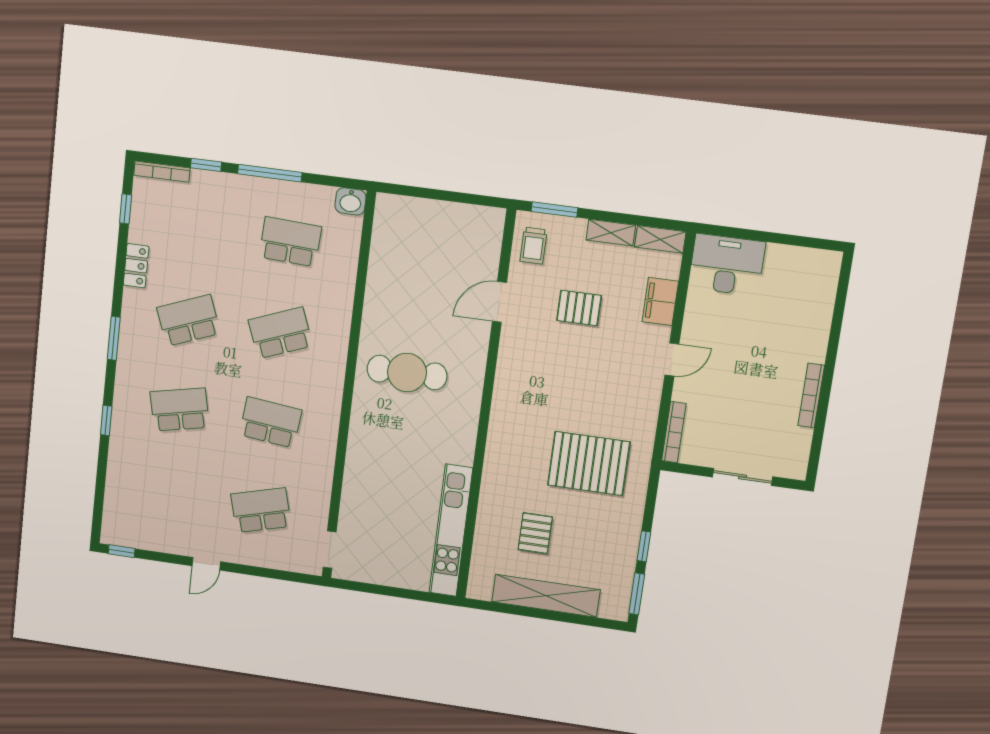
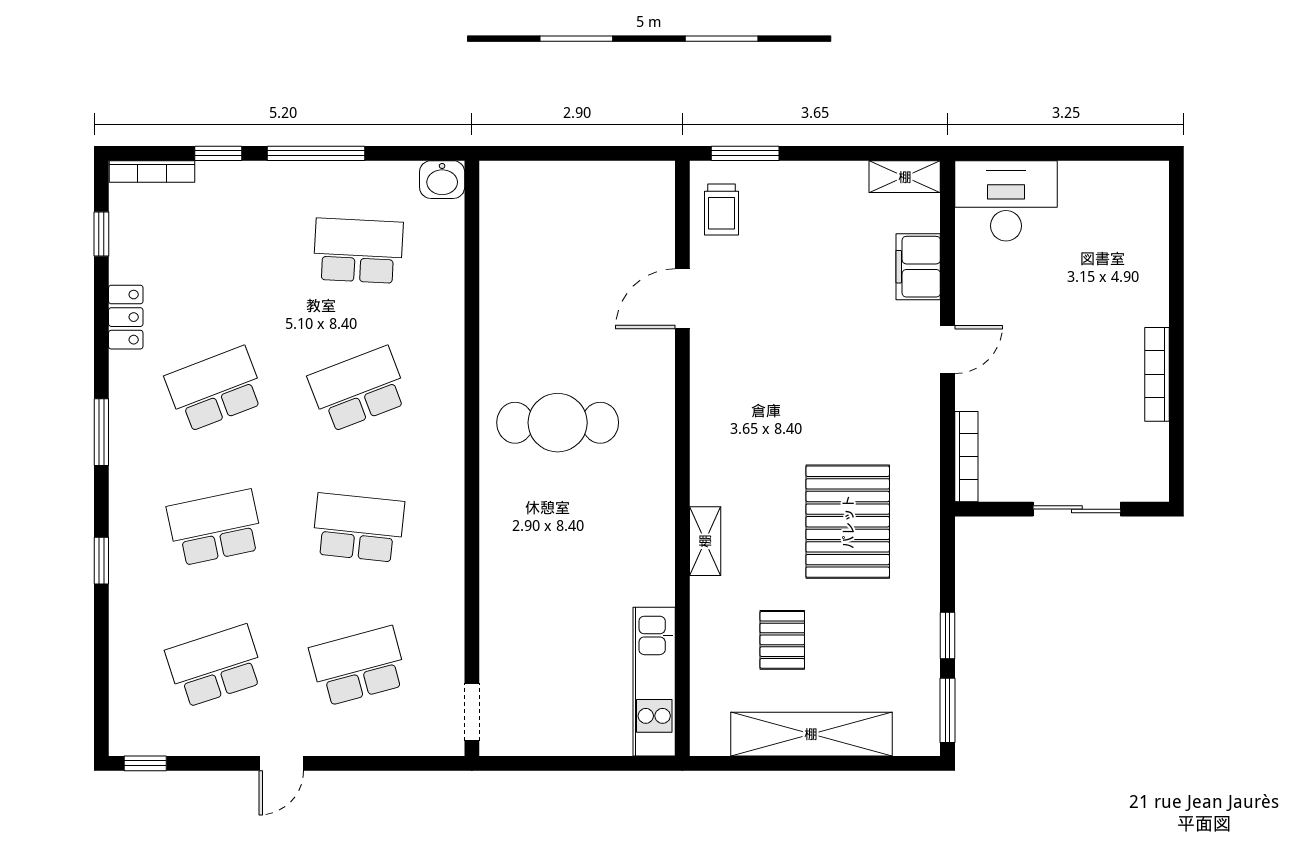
shelving: (611, 233) -> (705, 541), moved, turned 90
pallet: (579, 308) -> (801, 292), removed
pallet: (589, 464) -> (848, 522), turned 90
school desk: (171, 497) -> (215, 666), added
kitchen unit: (451, 530) -> (654, 682), width x0.73

